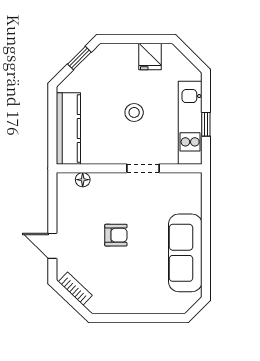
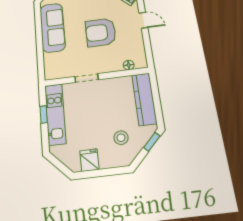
window: (79, 58) -> (152, 142), moved
stool: (134, 112) -> (121, 138), moved
armchair: (116, 235) -> (101, 32), width x1.88, depth x1.88

